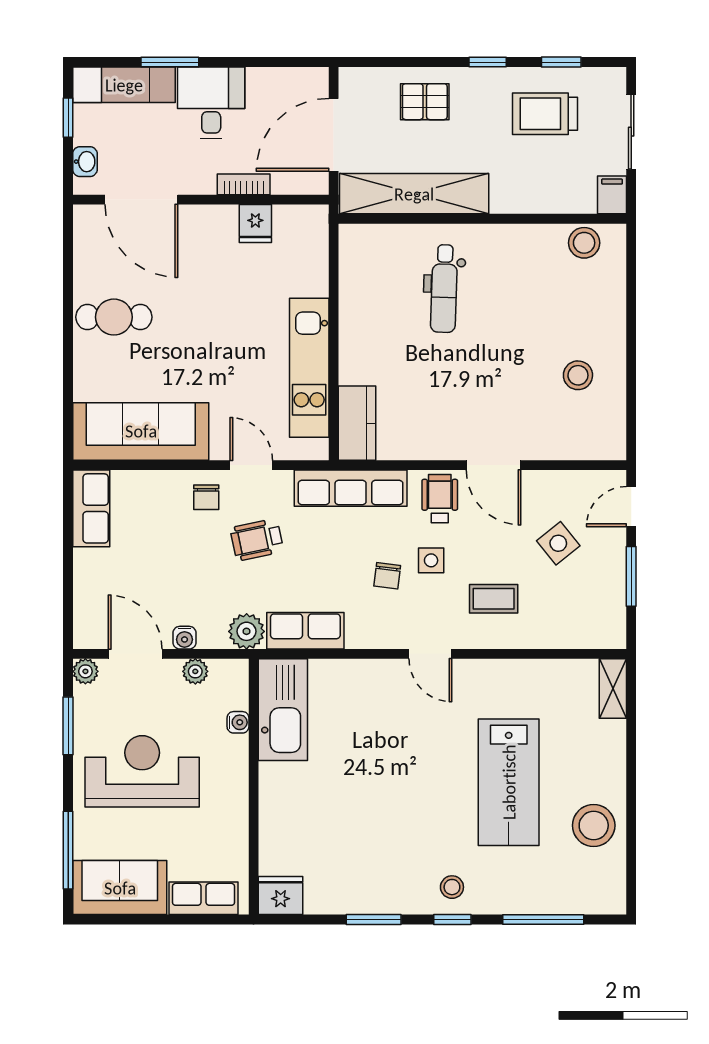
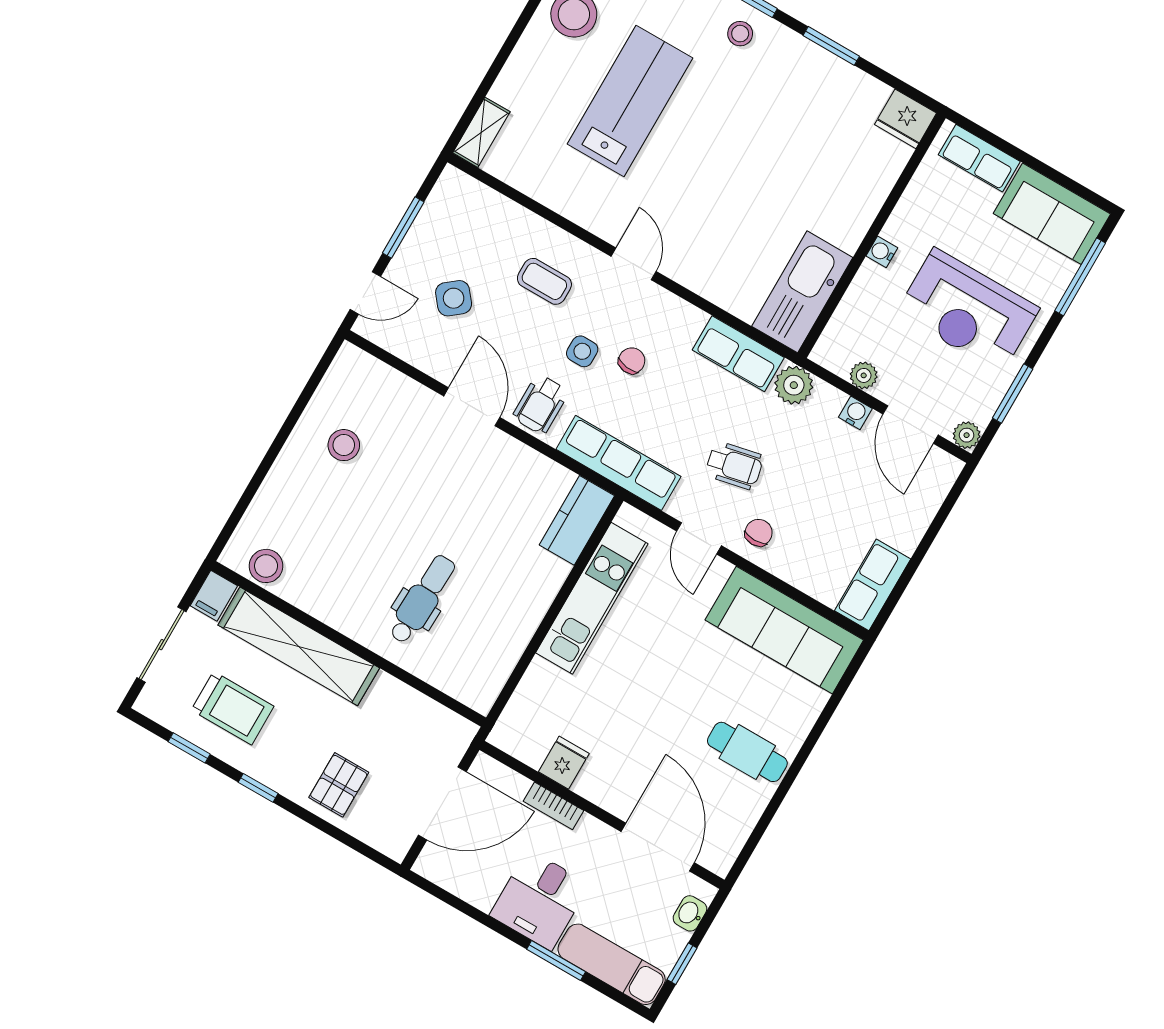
pallet: (425, 102) -> (339, 785), turned 90
shelving: (414, 194) -> (299, 646), moved
water cooler: (238, 722) -> (882, 252), moved

